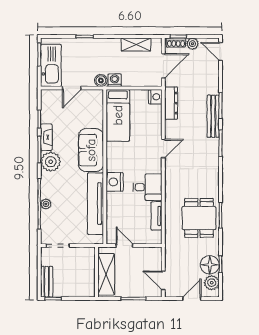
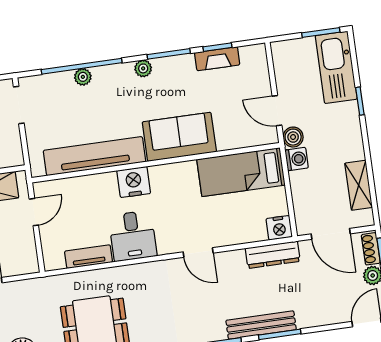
kitchen sink: (51, 65) -> (336, 67), moved, turned 90
door: (72, 88) -> (277, 111), moved
fireplace: (46, 137) -> (217, 59), moved
plant: (51, 162) -> (143, 68), width x0.53, depth x0.53

